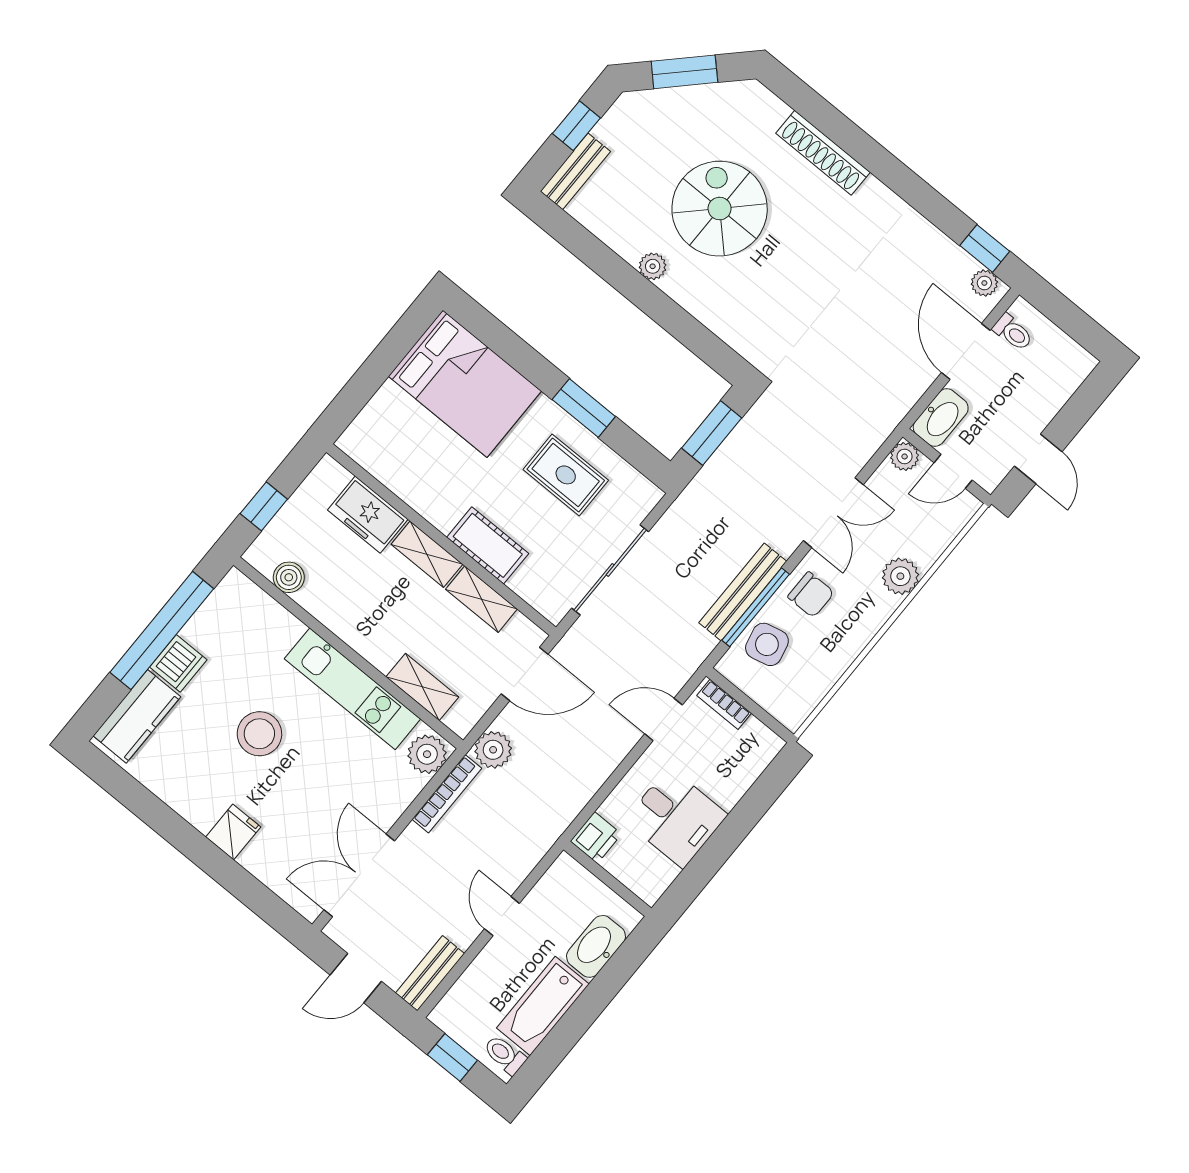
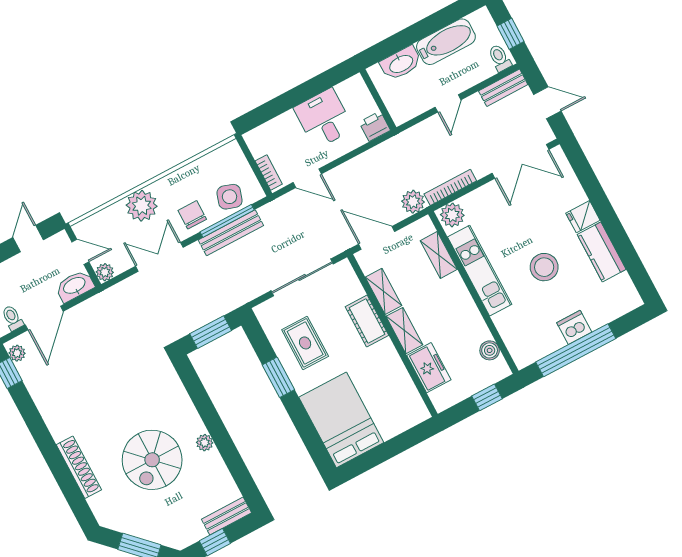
plant: (900, 576) -> (142, 206), width x1.36, depth x1.36
side table: (767, 644) -> (230, 197), turned 31
kitchen counter: (137, 716) -> (602, 252), moved, turned -90
toilet: (505, 1055) -> (500, 58), moved, turned 180

